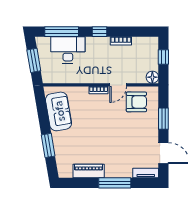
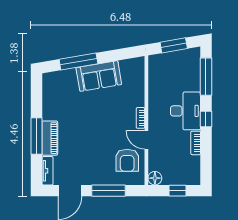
desk: (68, 50) -> (186, 111), moved
sofa: (59, 111) -> (99, 76), moved
window: (163, 119) -> (108, 191), width x1.44
window: (48, 145) -> (78, 61), width x1.44
piano: (89, 171) -> (50, 138), moved

